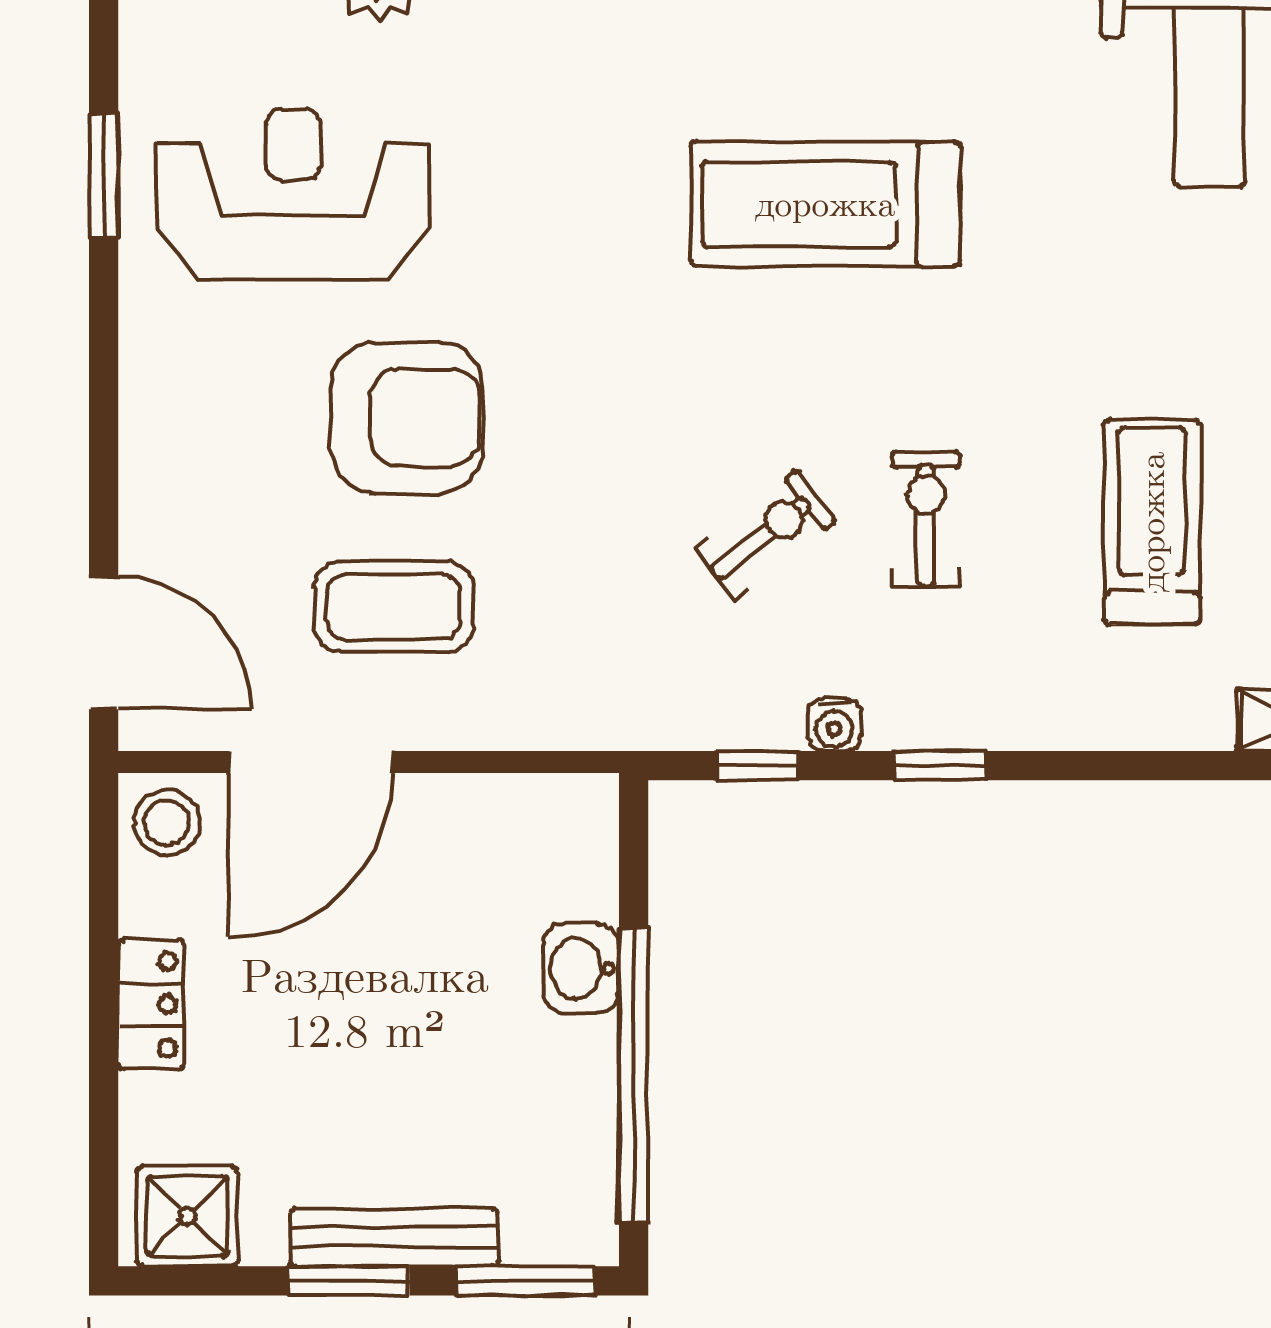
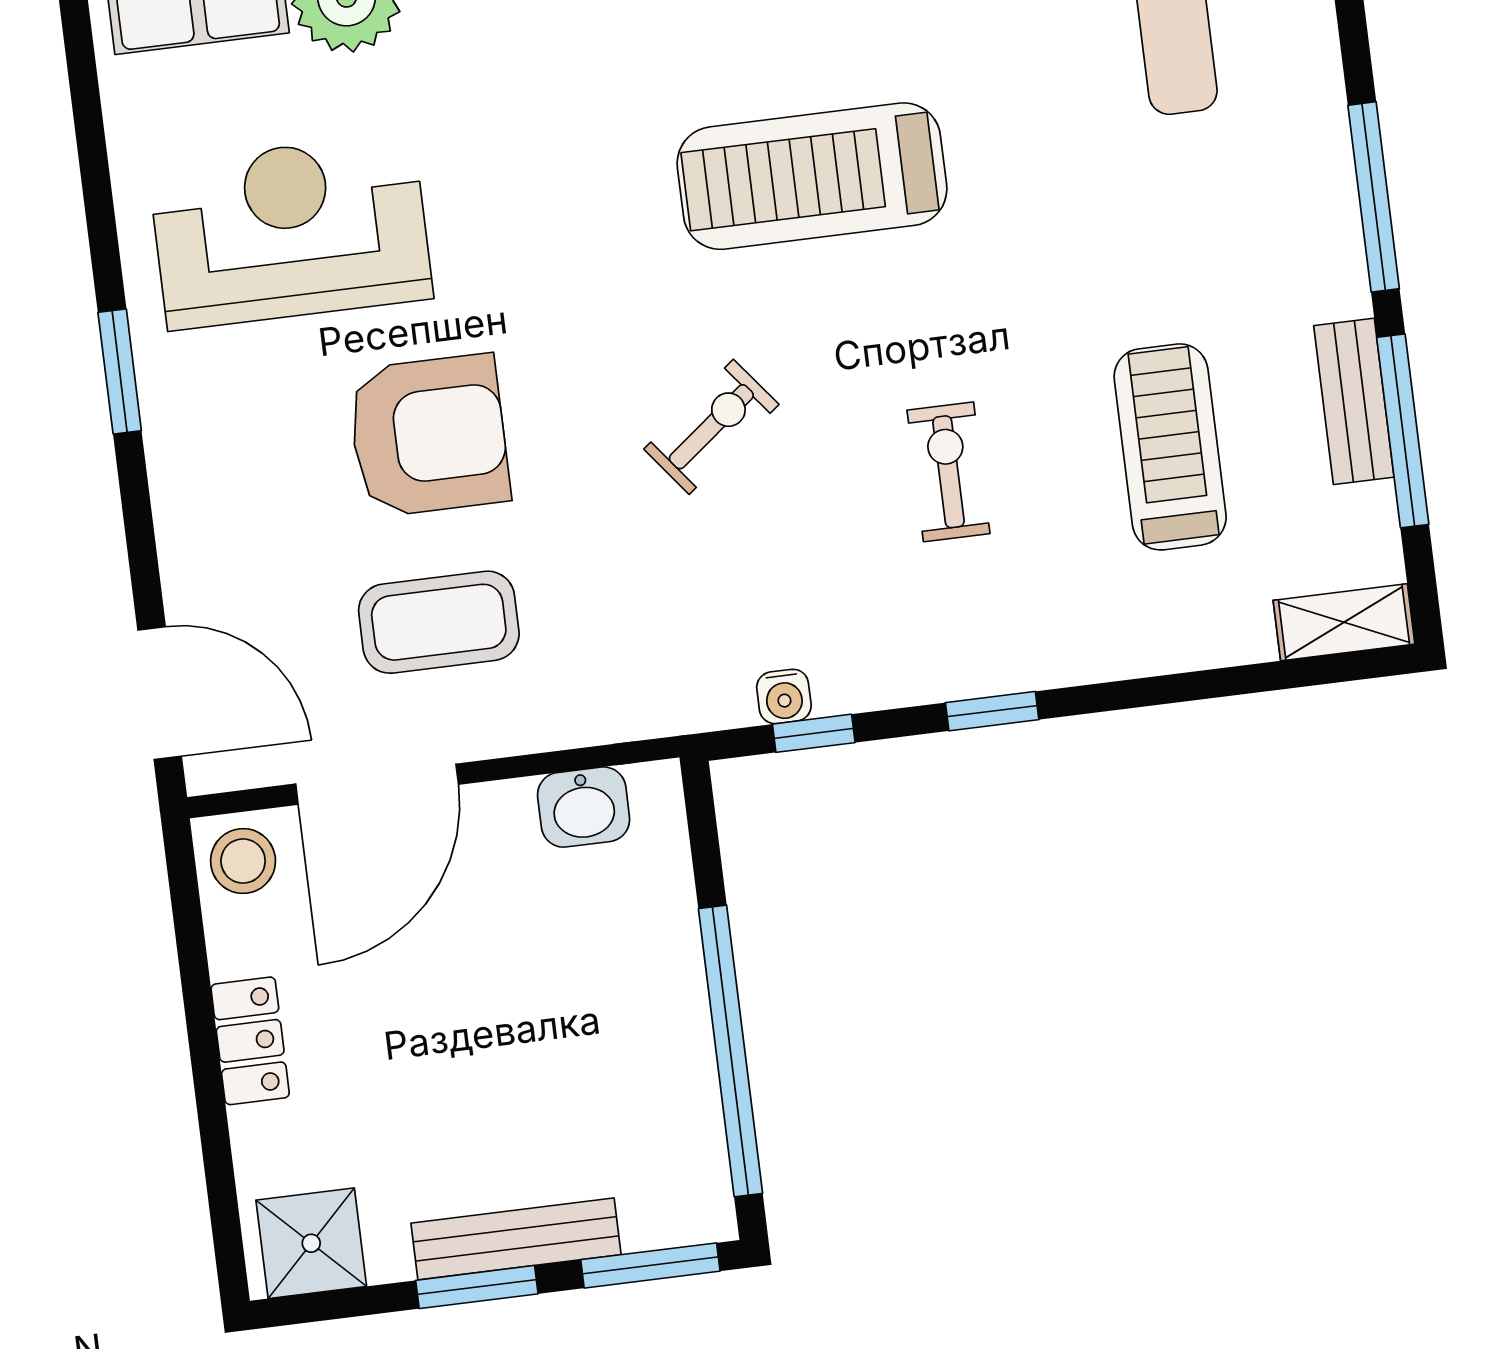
window: (104, 176) -> (120, 371), moved
exercise bike: (766, 535) -> (711, 427), moved
water cooler: (835, 725) -> (784, 696), moved
washbasin: (581, 969) -> (584, 807), moved, turned -90

